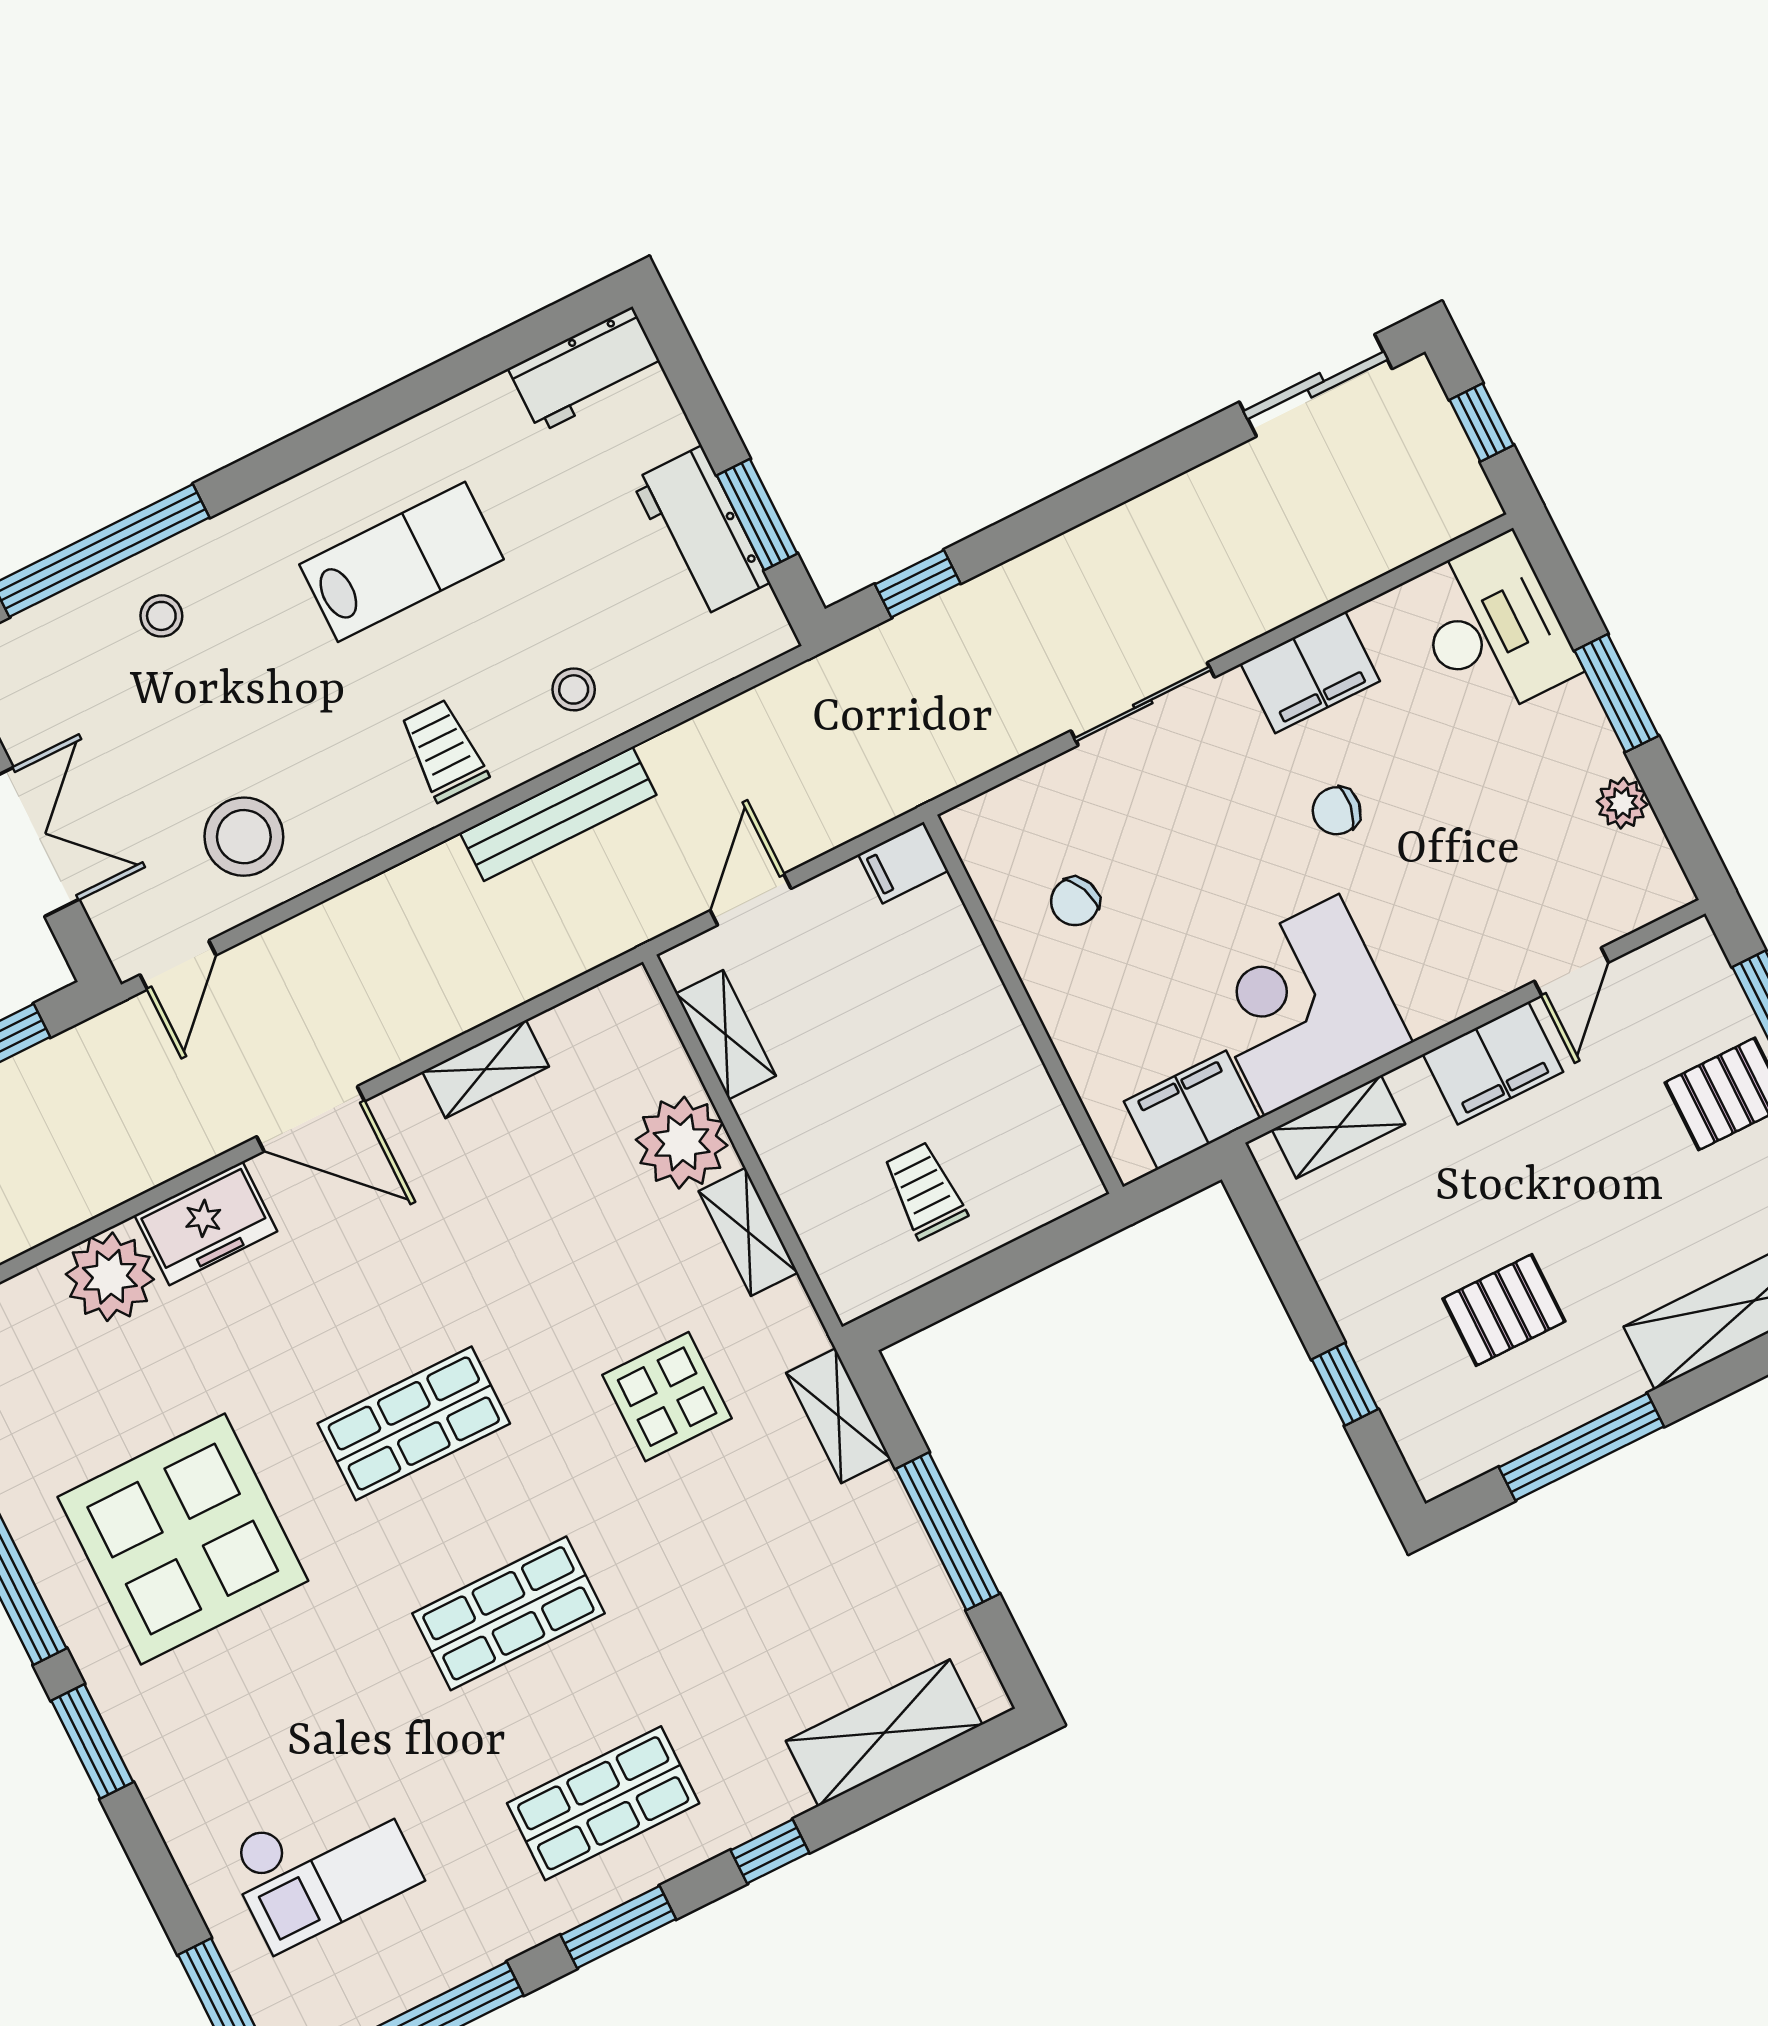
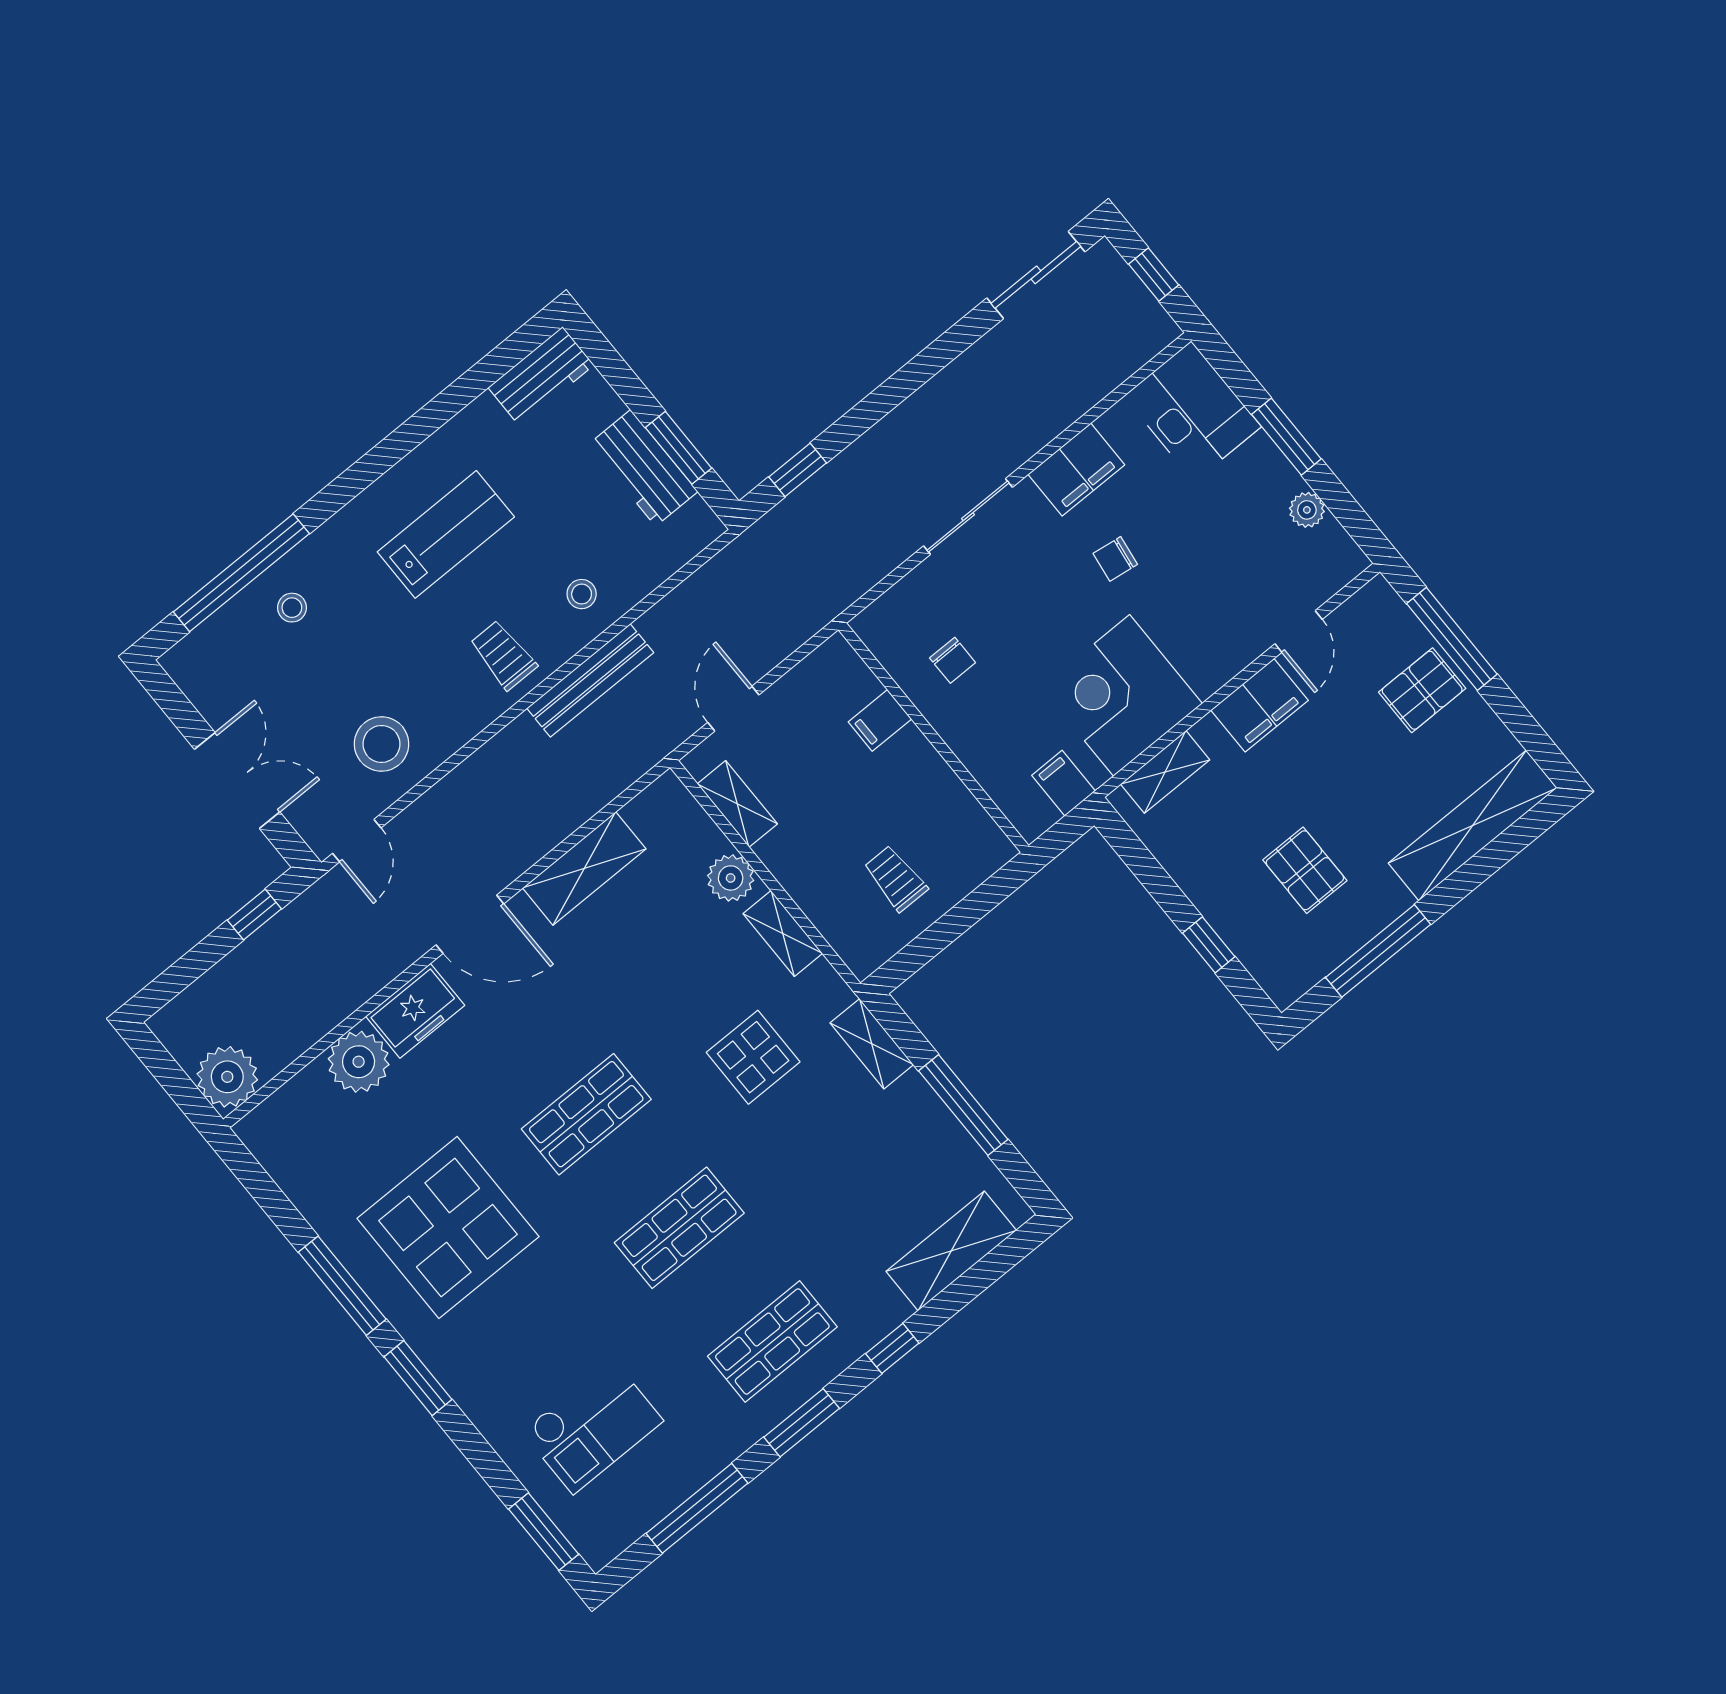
filing cabinet: (903, 863) -> (880, 721), moved
chair: (1075, 901) -> (953, 660), turned -67
shelving: (486, 1069) -> (584, 868), width x1.50, depth x1.33
filing cabinet: (1192, 1110) -> (1064, 783), width x0.50
plant: (682, 1143) -> (731, 878), width x0.73, depth x0.73
pallet: (1504, 1310) -> (1305, 870), turned 90

